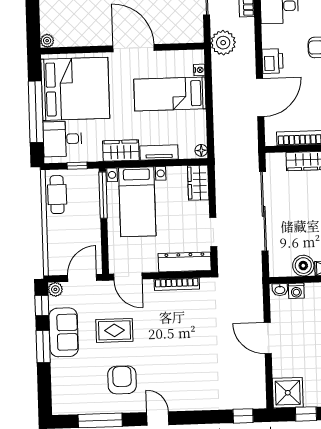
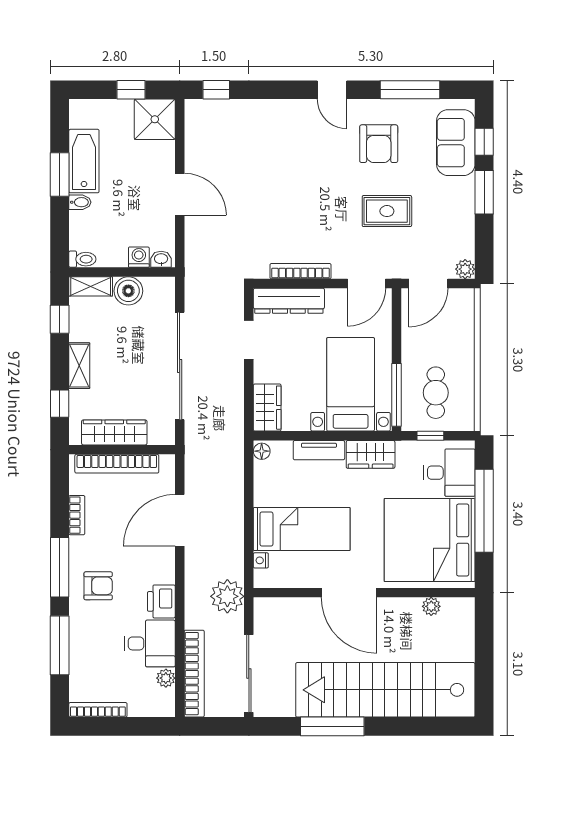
plant: (47, 41) -> (431, 606), moved
printer: (273, 61) -> (161, 601), moved
cafe table: (57, 195) -> (436, 393), moved
door: (128, 276) -> (366, 284), swing flipped
window: (42, 305) -> (484, 142), moved
sofa: (64, 332) -> (456, 143), moved

